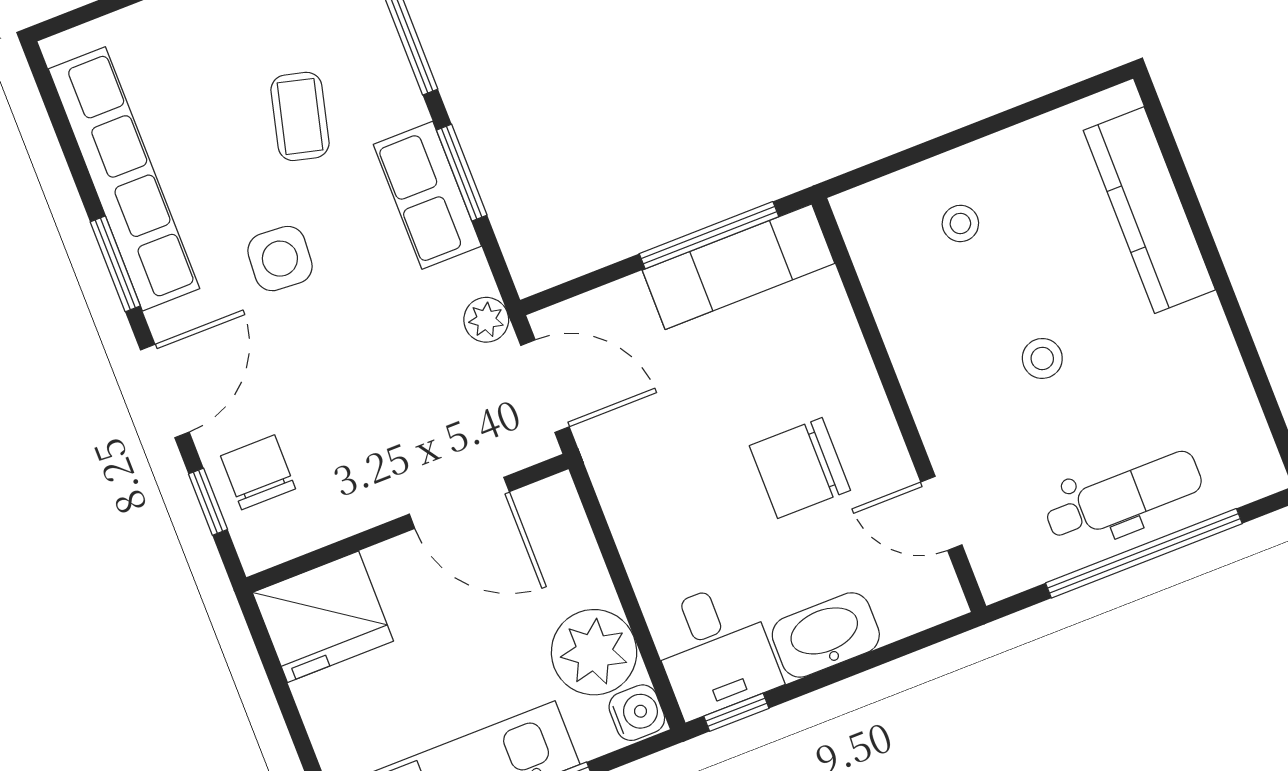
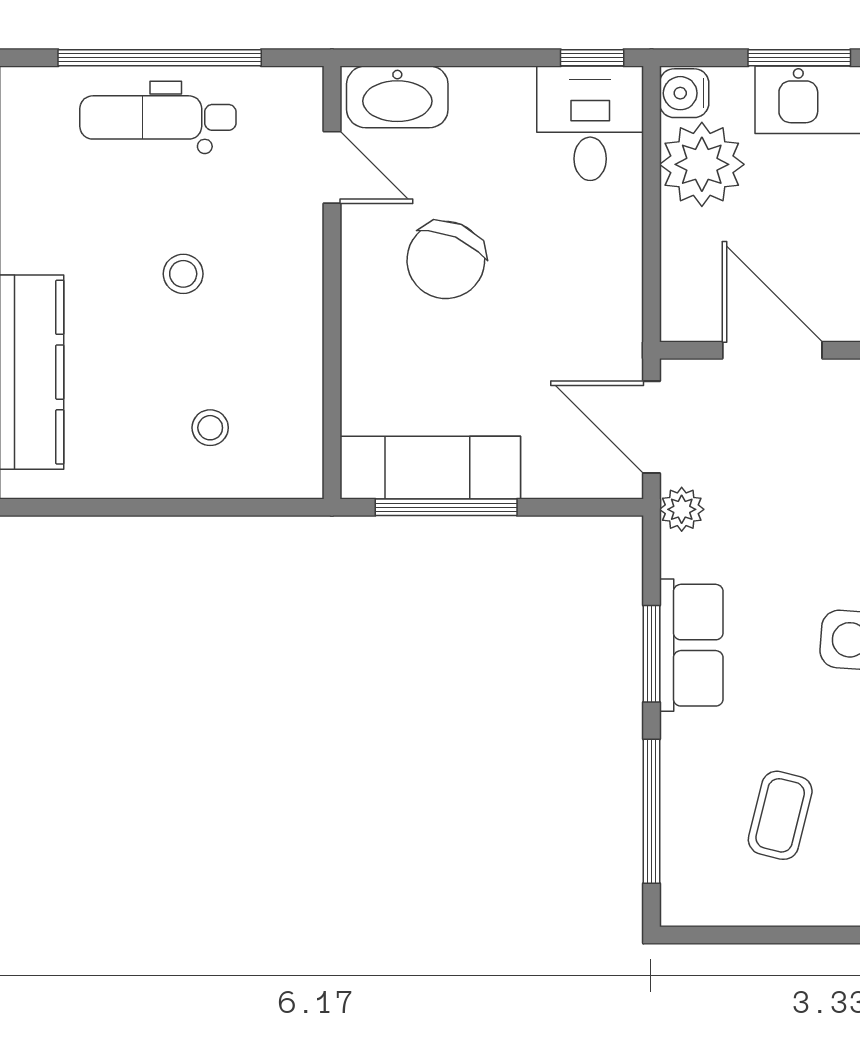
coffee table: (300, 116) -> (780, 815), moved
chair: (800, 468) -> (446, 260), turned 113
washbasin: (826, 635) -> (397, 97), moved

